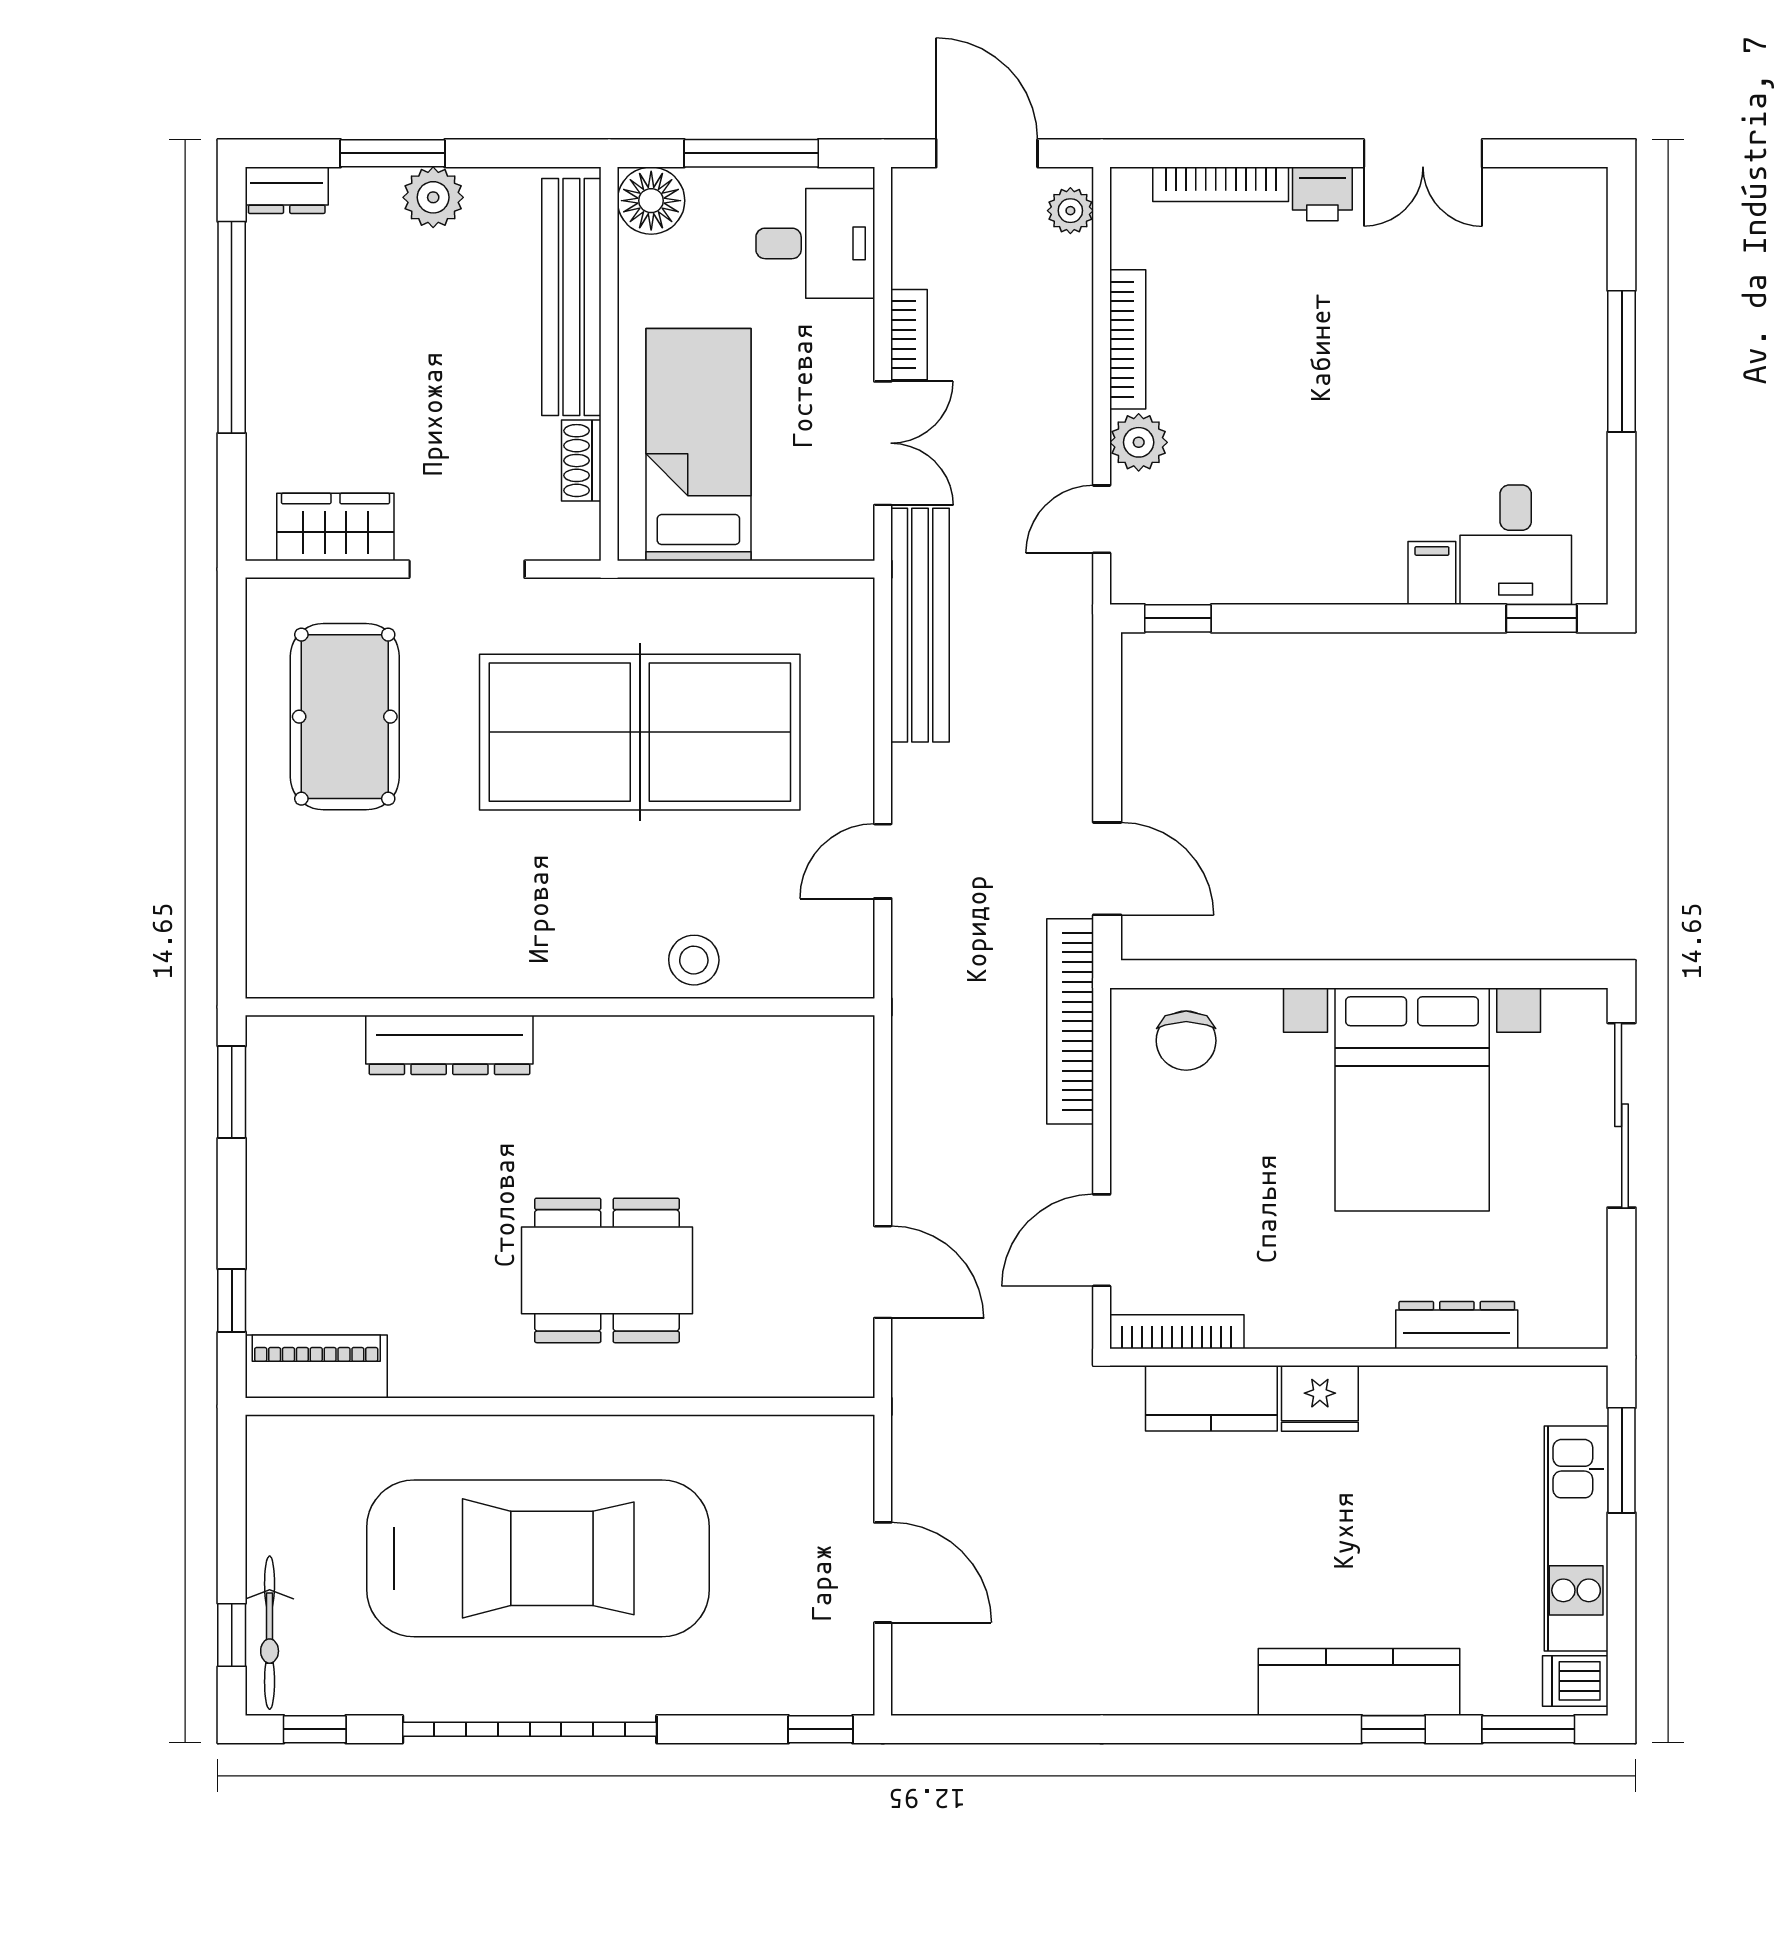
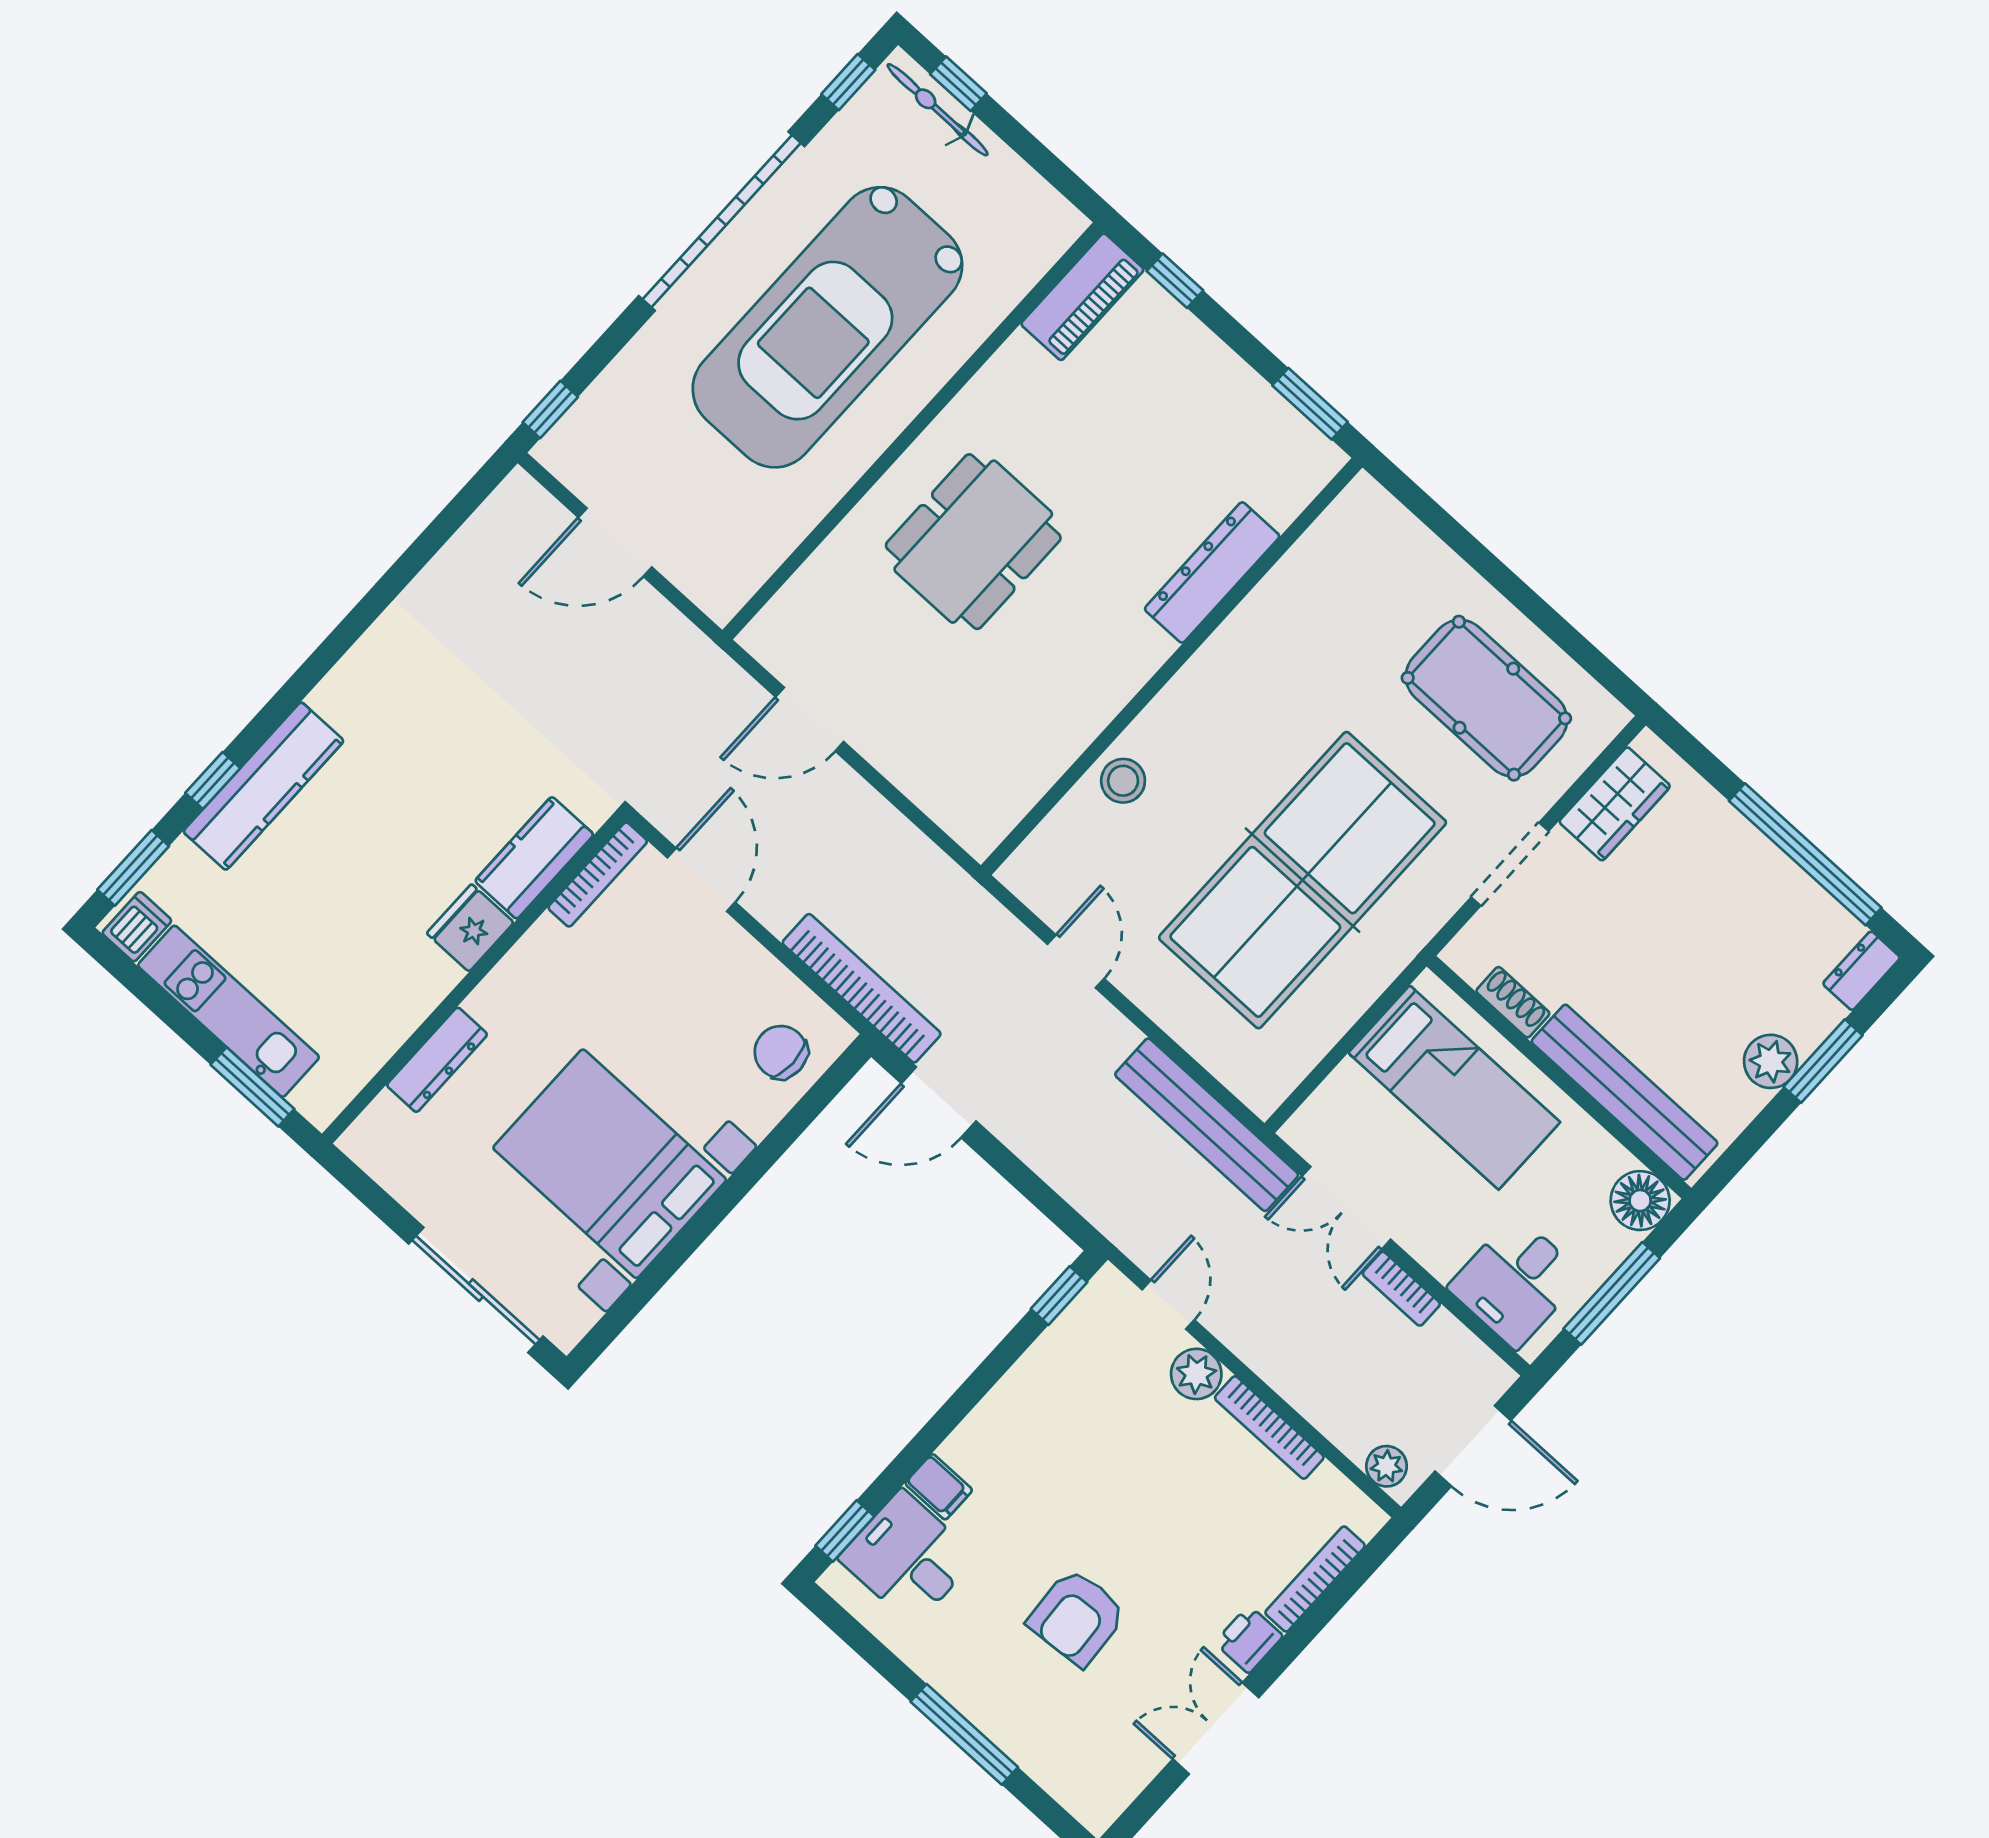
armchair: (1436, 356) -> (1077, 1617), added

